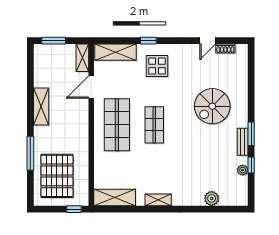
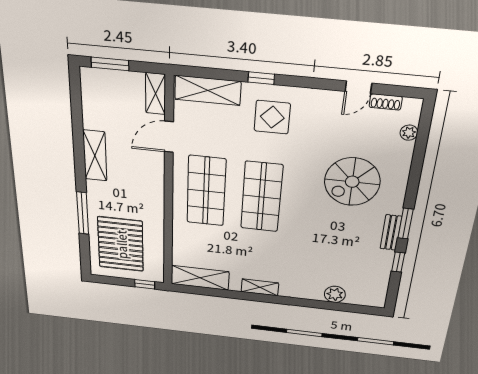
shop shelf: (154, 125) -> (262, 197), width x1.43, depth x1.36
plant: (243, 170) -> (409, 133), moved

